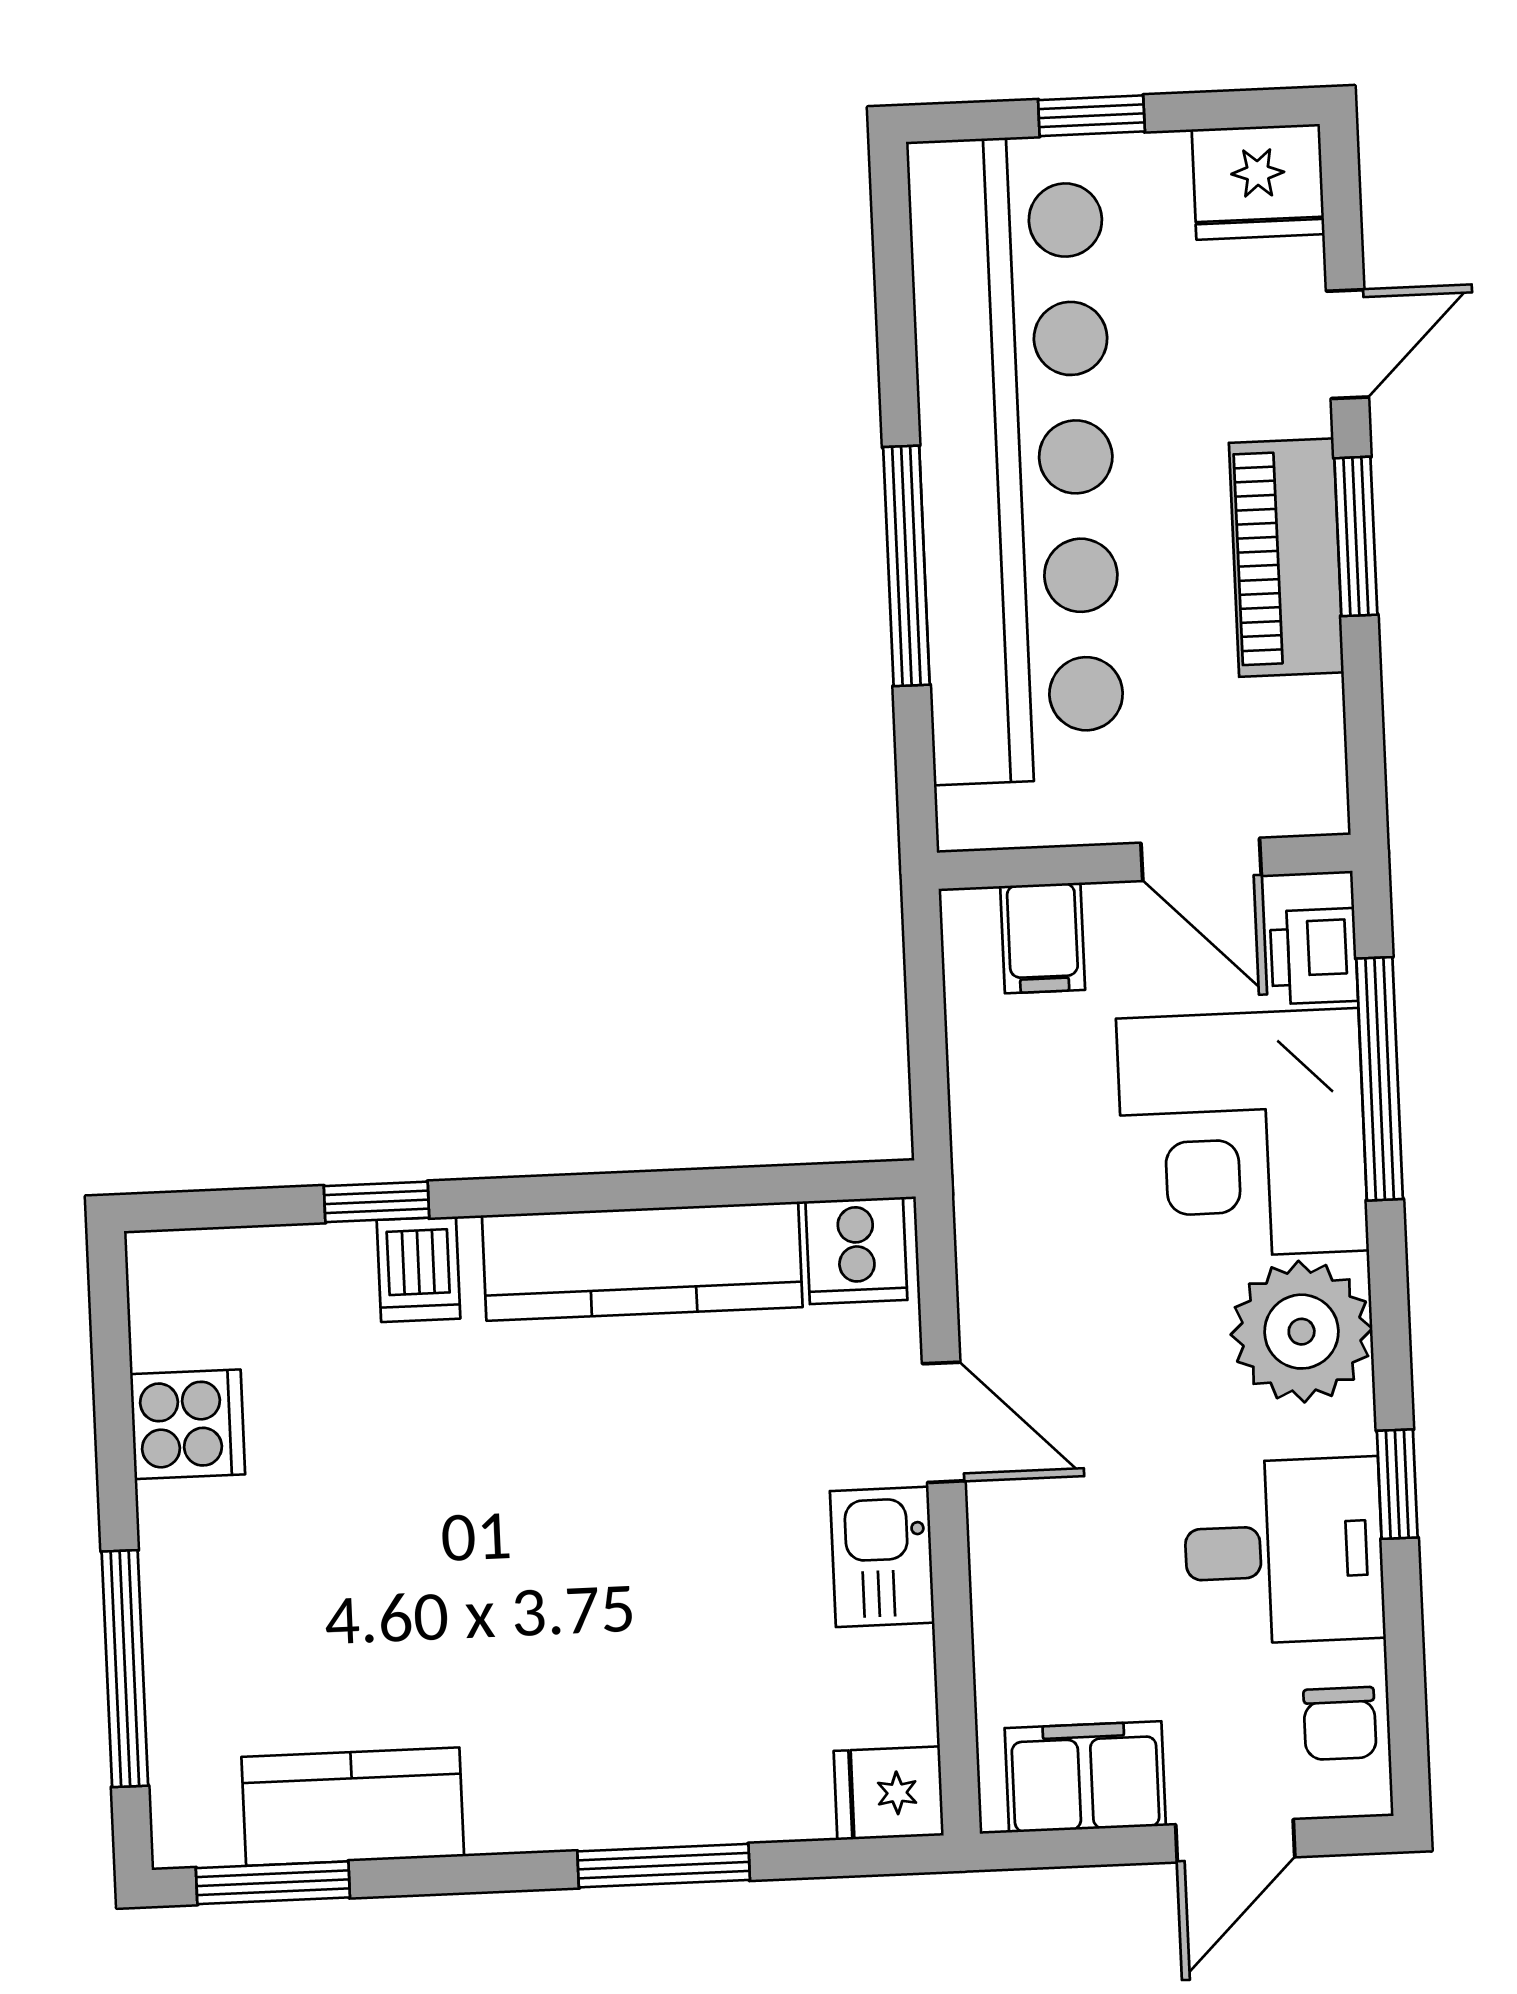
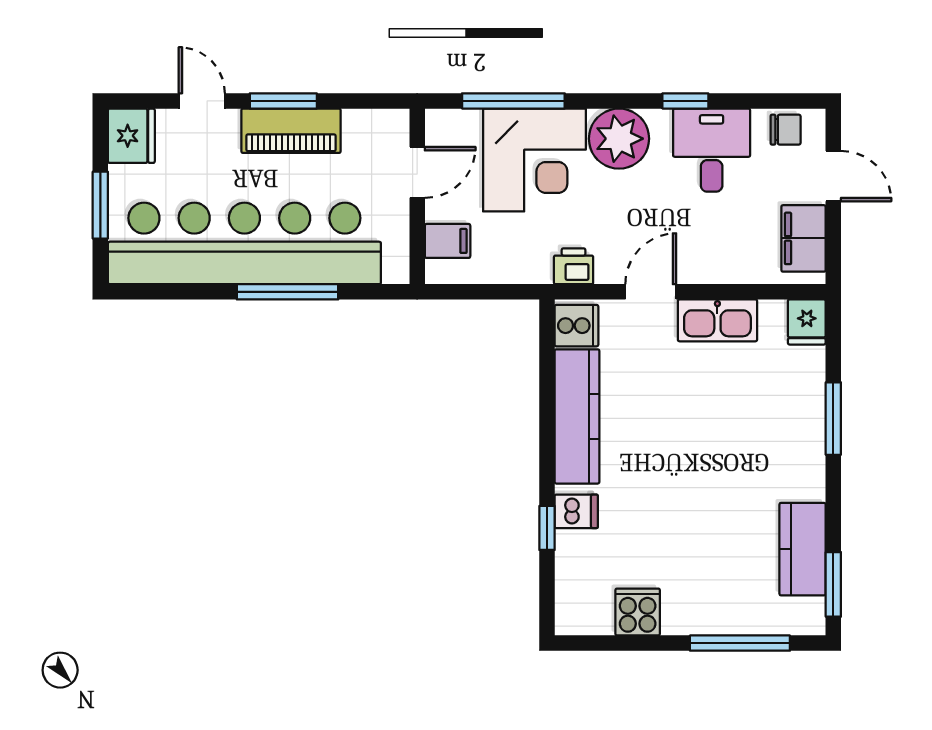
window: (1091, 116) -> (100, 205), width x1.50
printer: (1314, 956) -> (574, 266), moved, turned 180
kitchen sink: (882, 1557) -> (717, 320), width x1.38

